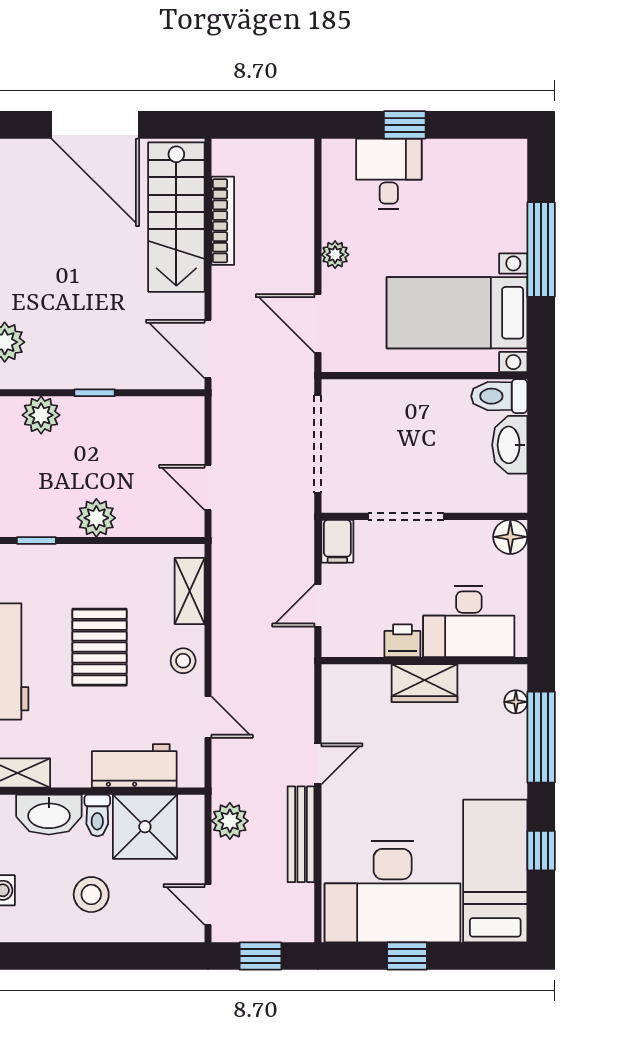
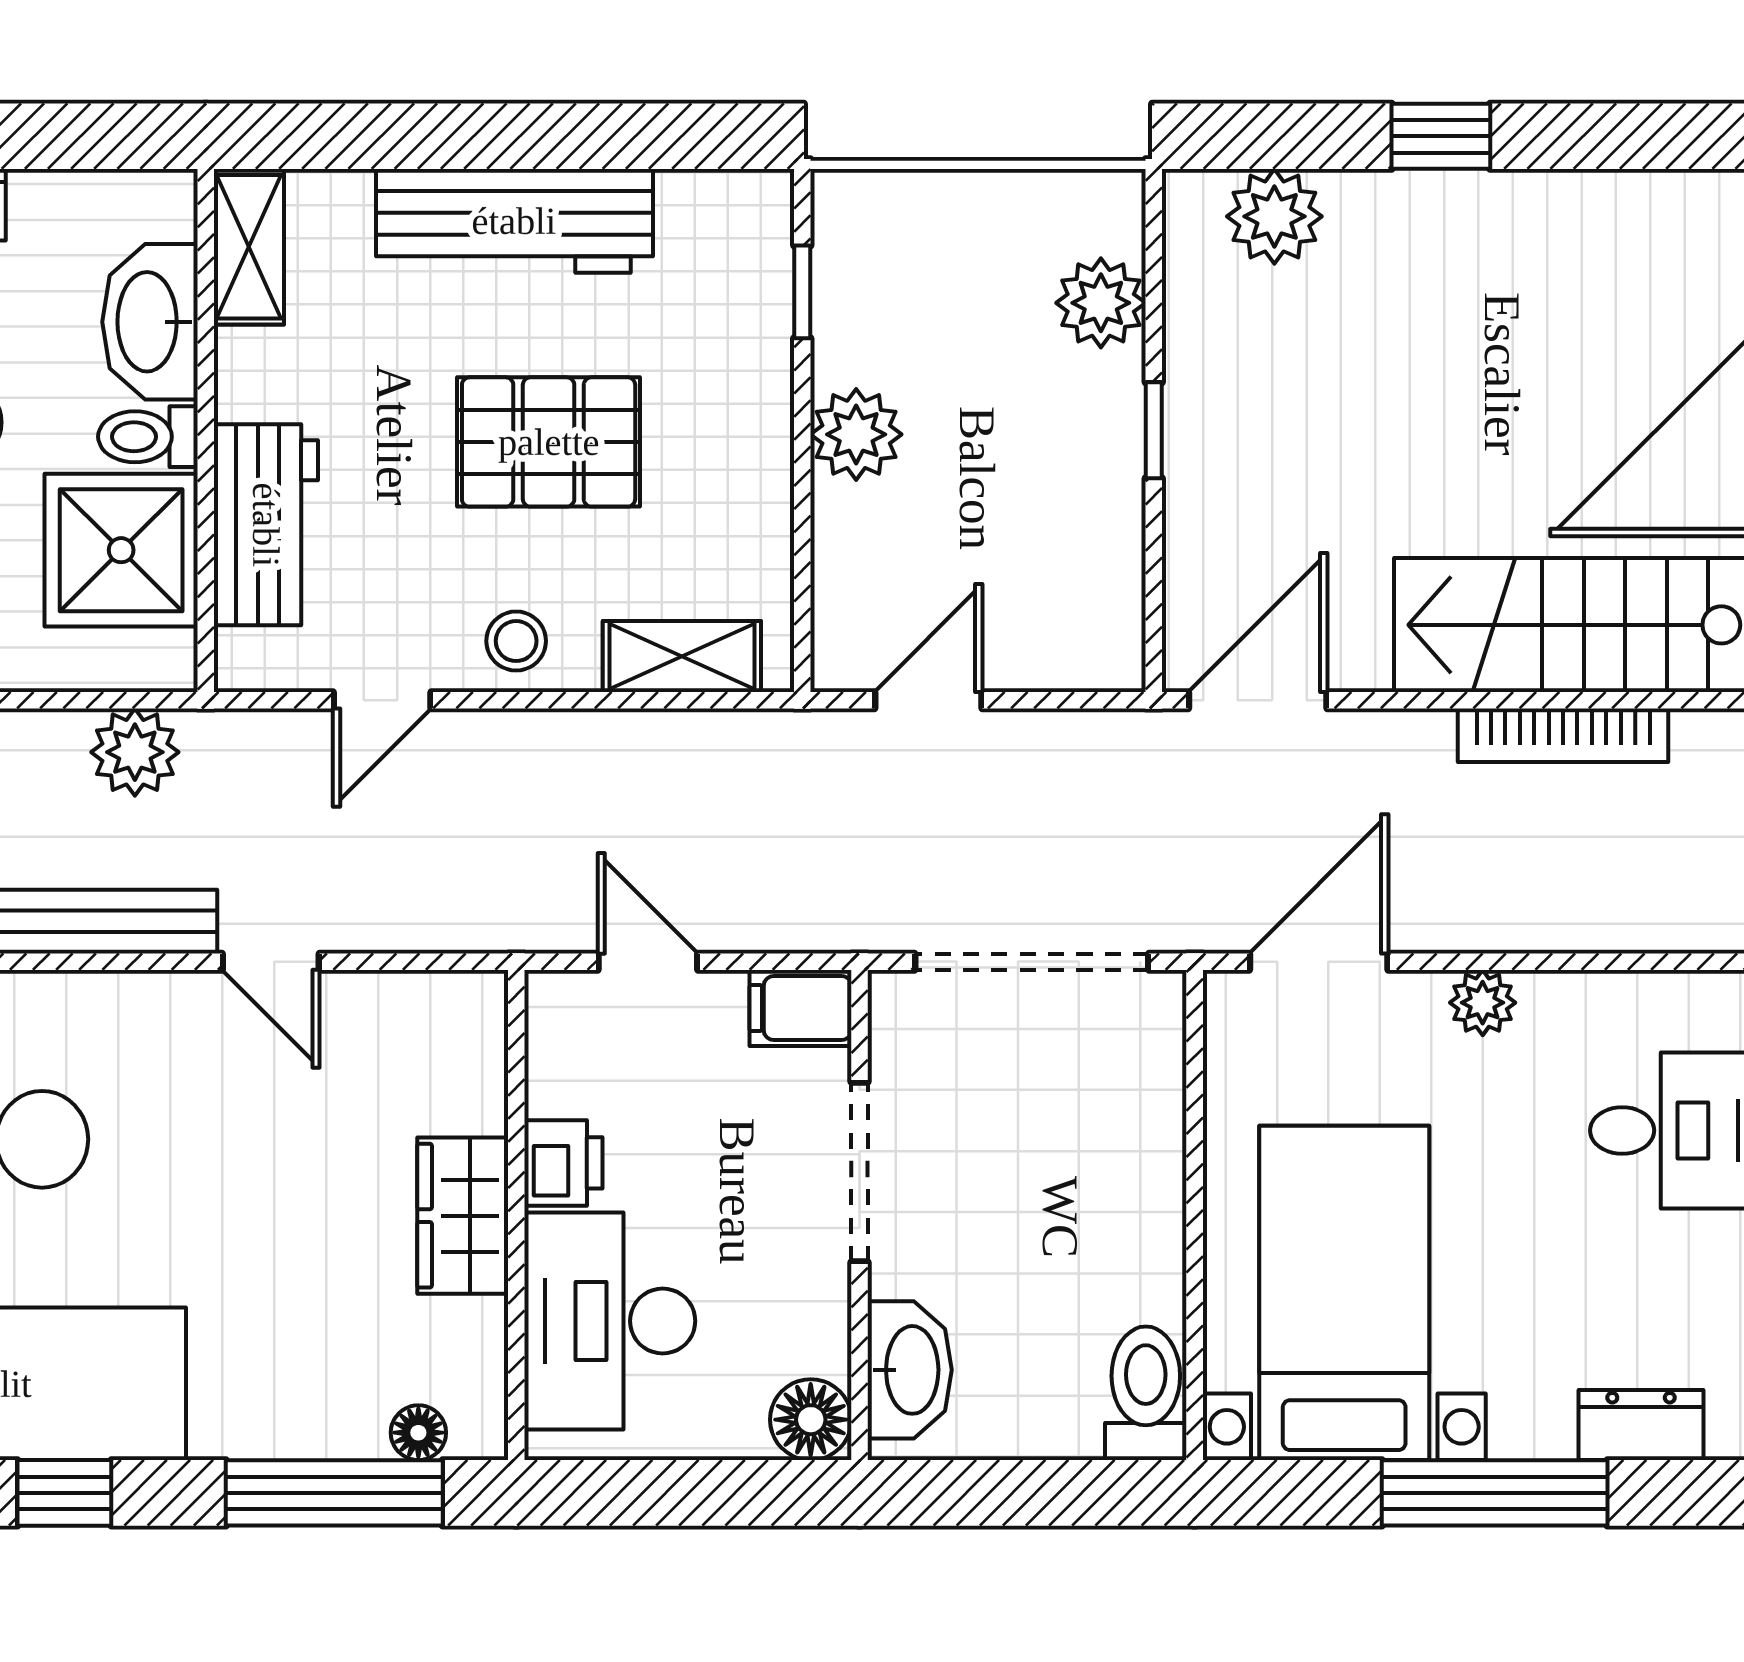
dresser: (513, 188) -> (1641, 1425), added
washbasin: (510, 445) -> (910, 1370), moved, turned 90

